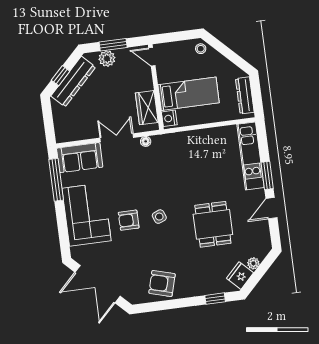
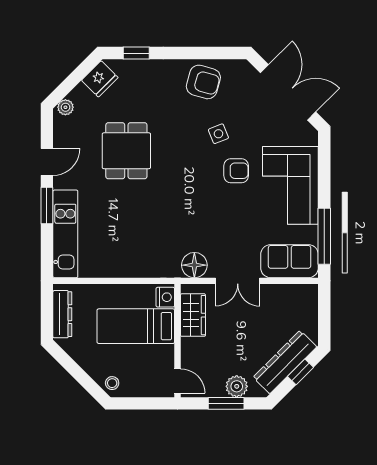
floor lamp: (146, 141) -> (194, 265), width x1.89, depth x1.89
side table: (159, 217) -> (218, 134), moved
plant: (253, 263) -> (65, 107), moved

